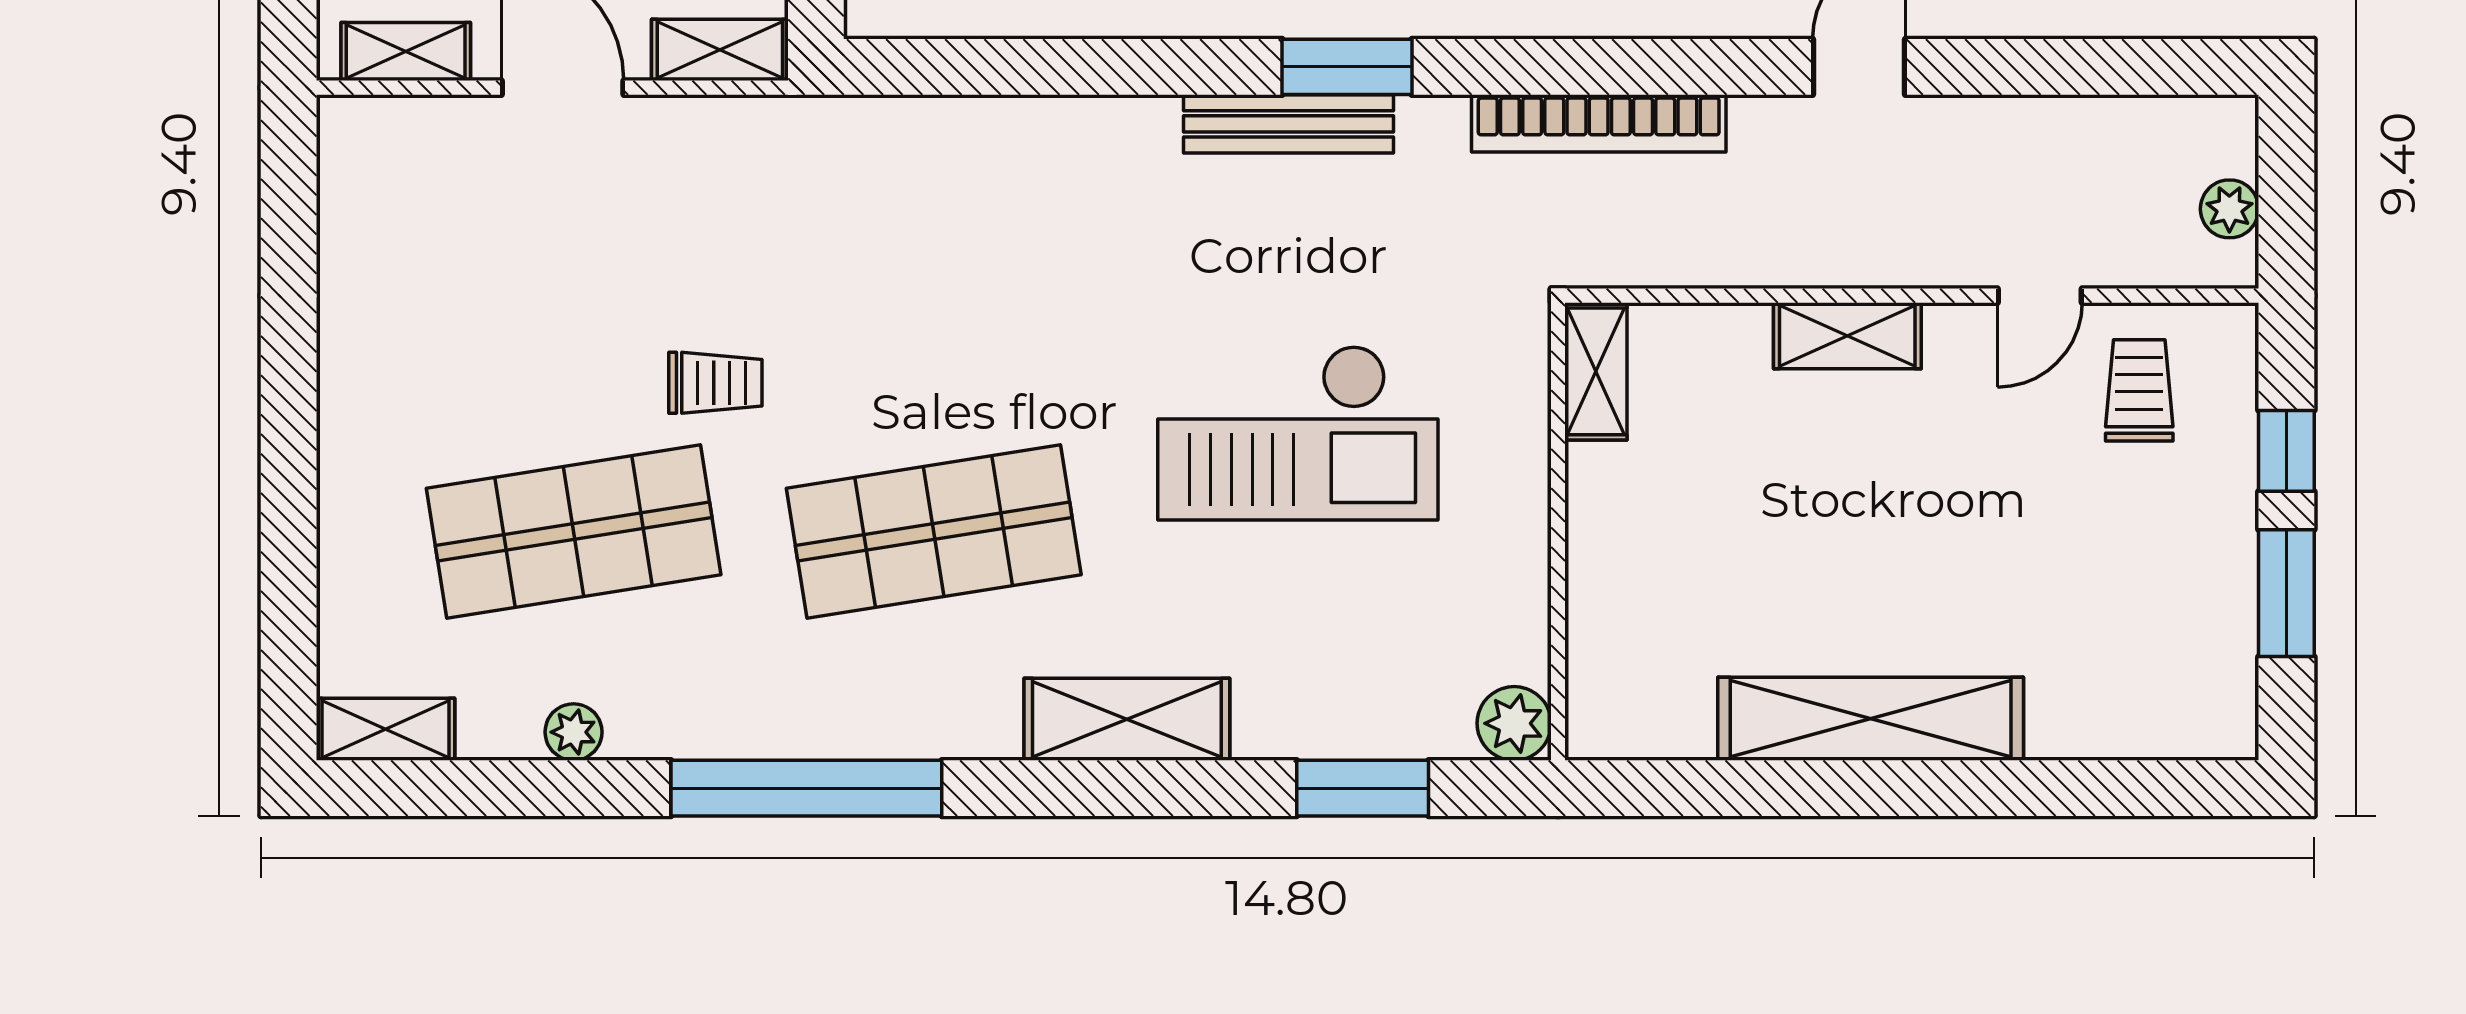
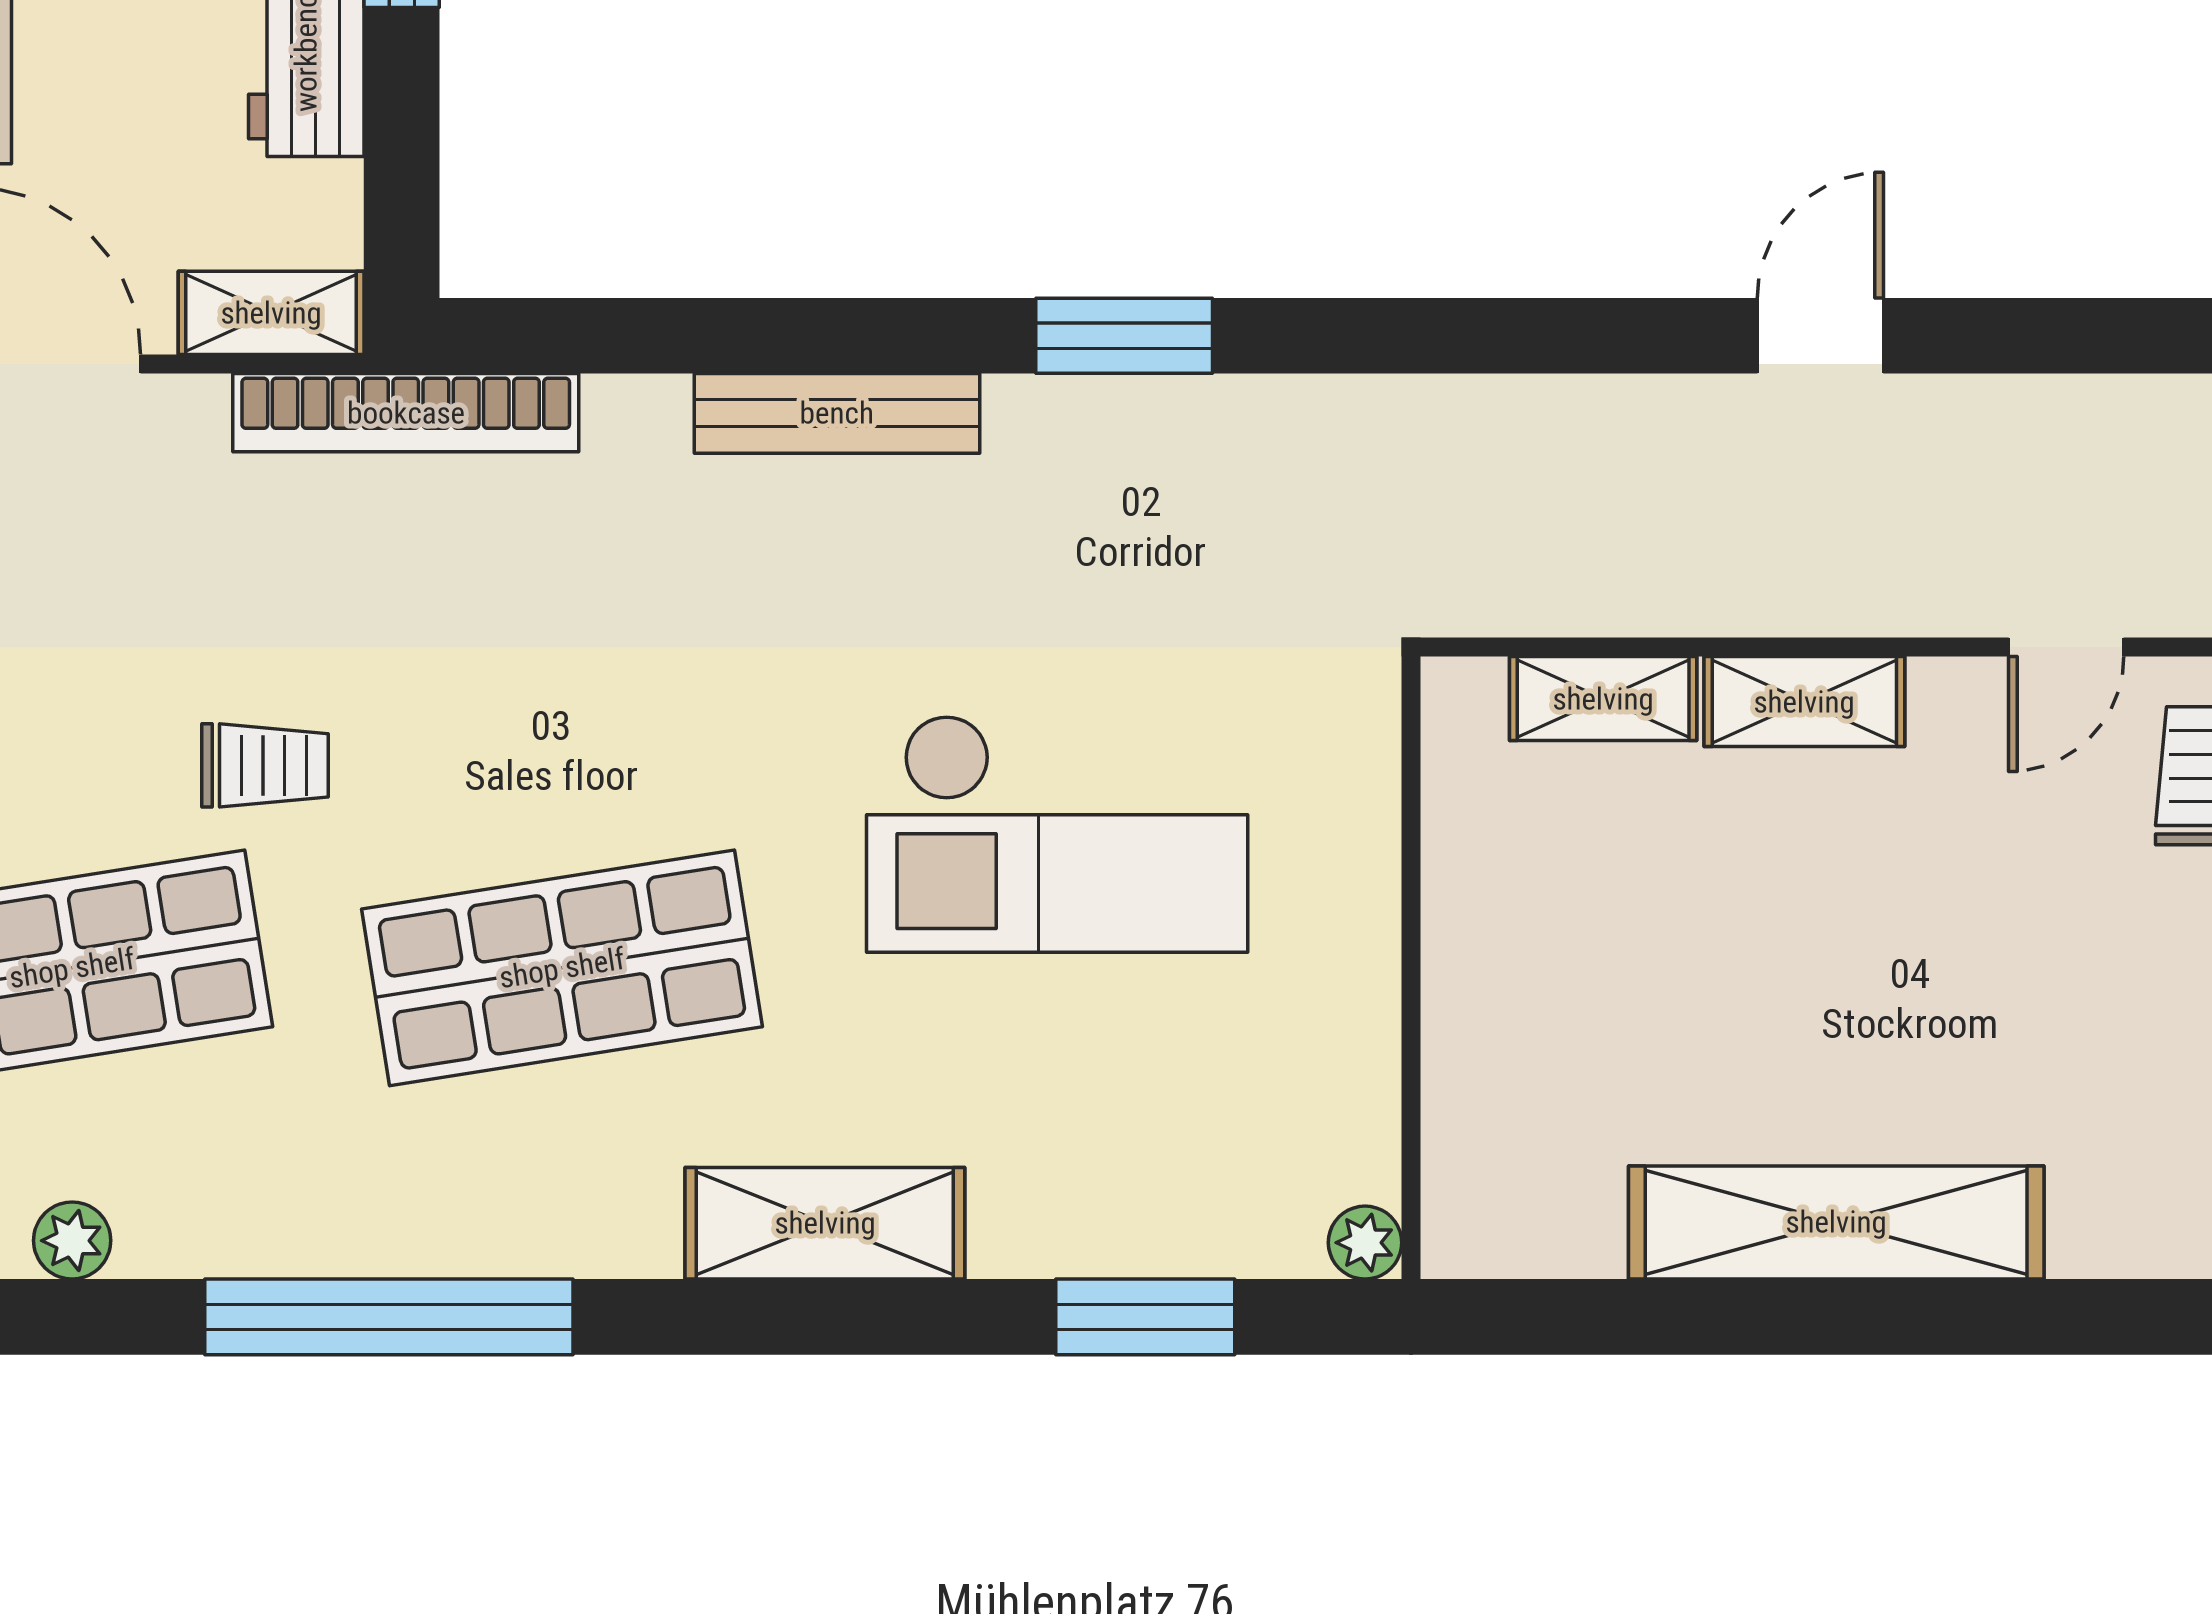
bookcase: (1599, 123) -> (406, 413), moved
bench: (1289, 124) -> (837, 413), moved
shelving: (1596, 371) -> (1603, 699), moved, turned 90
plant: (1514, 723) -> (1365, 1243), width x0.73, depth x0.73

